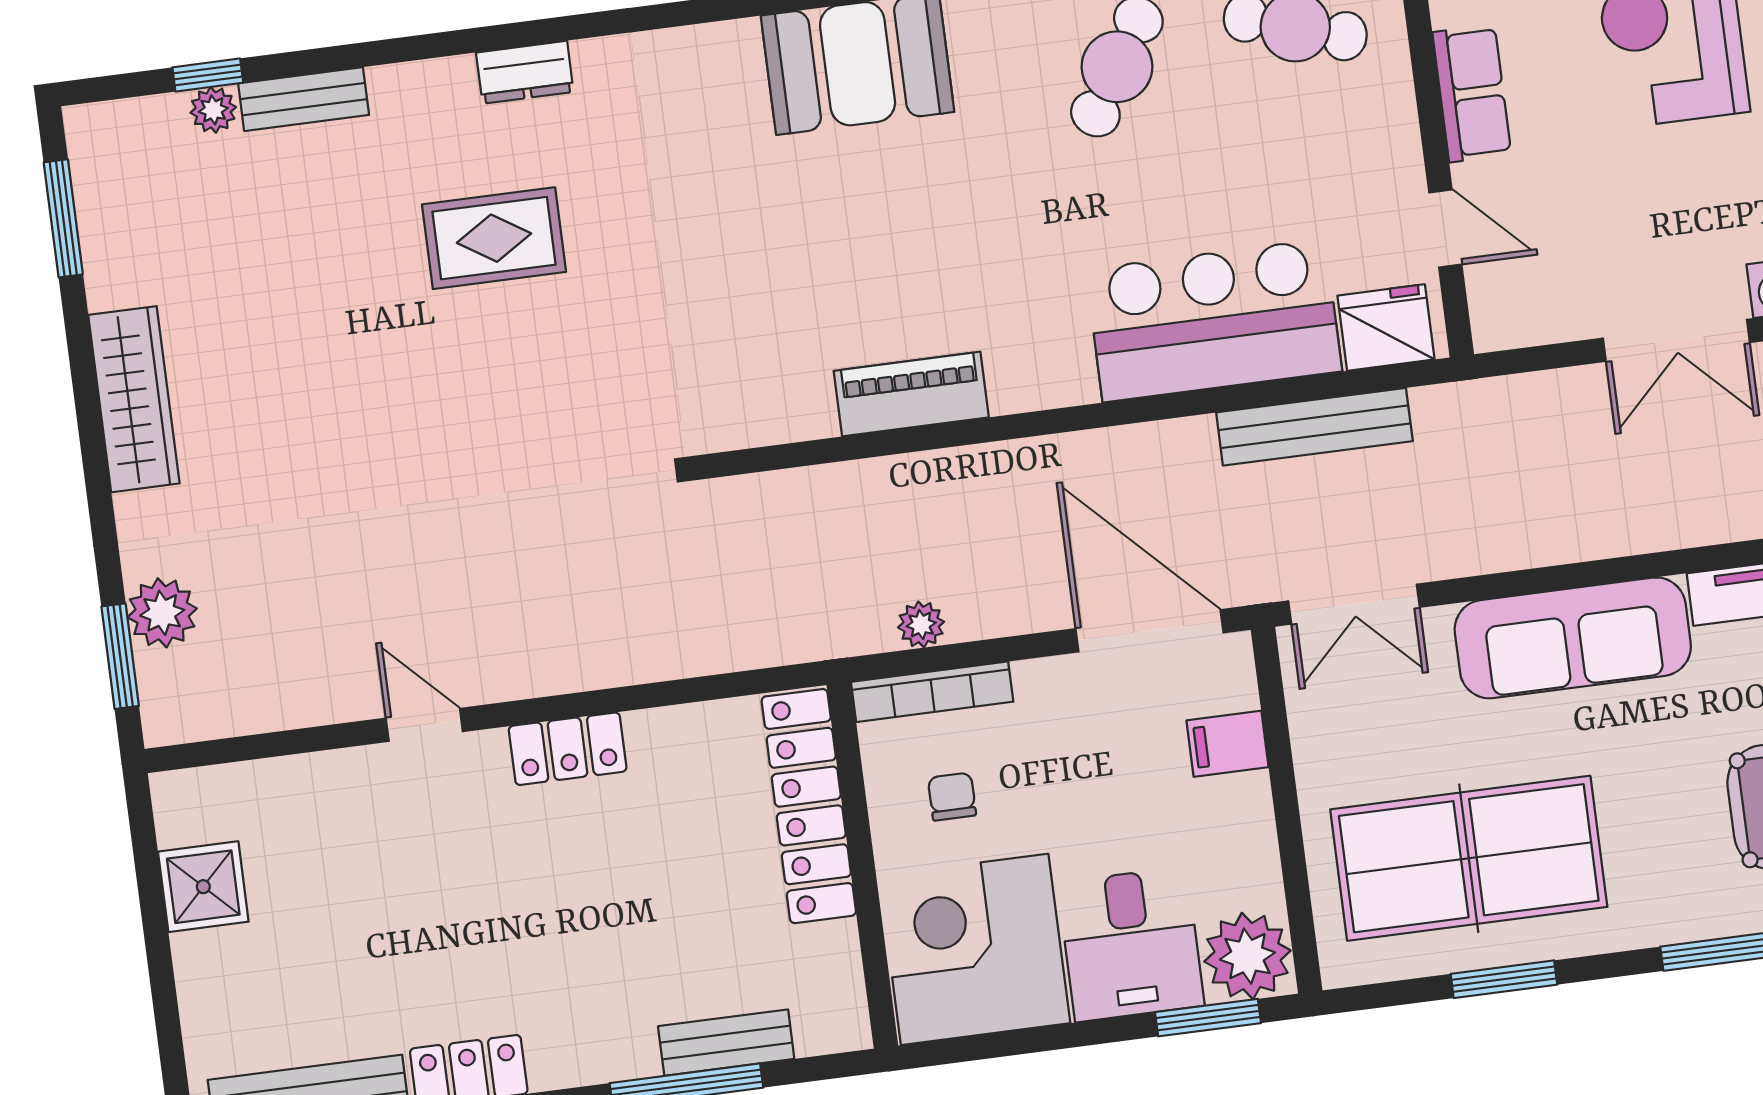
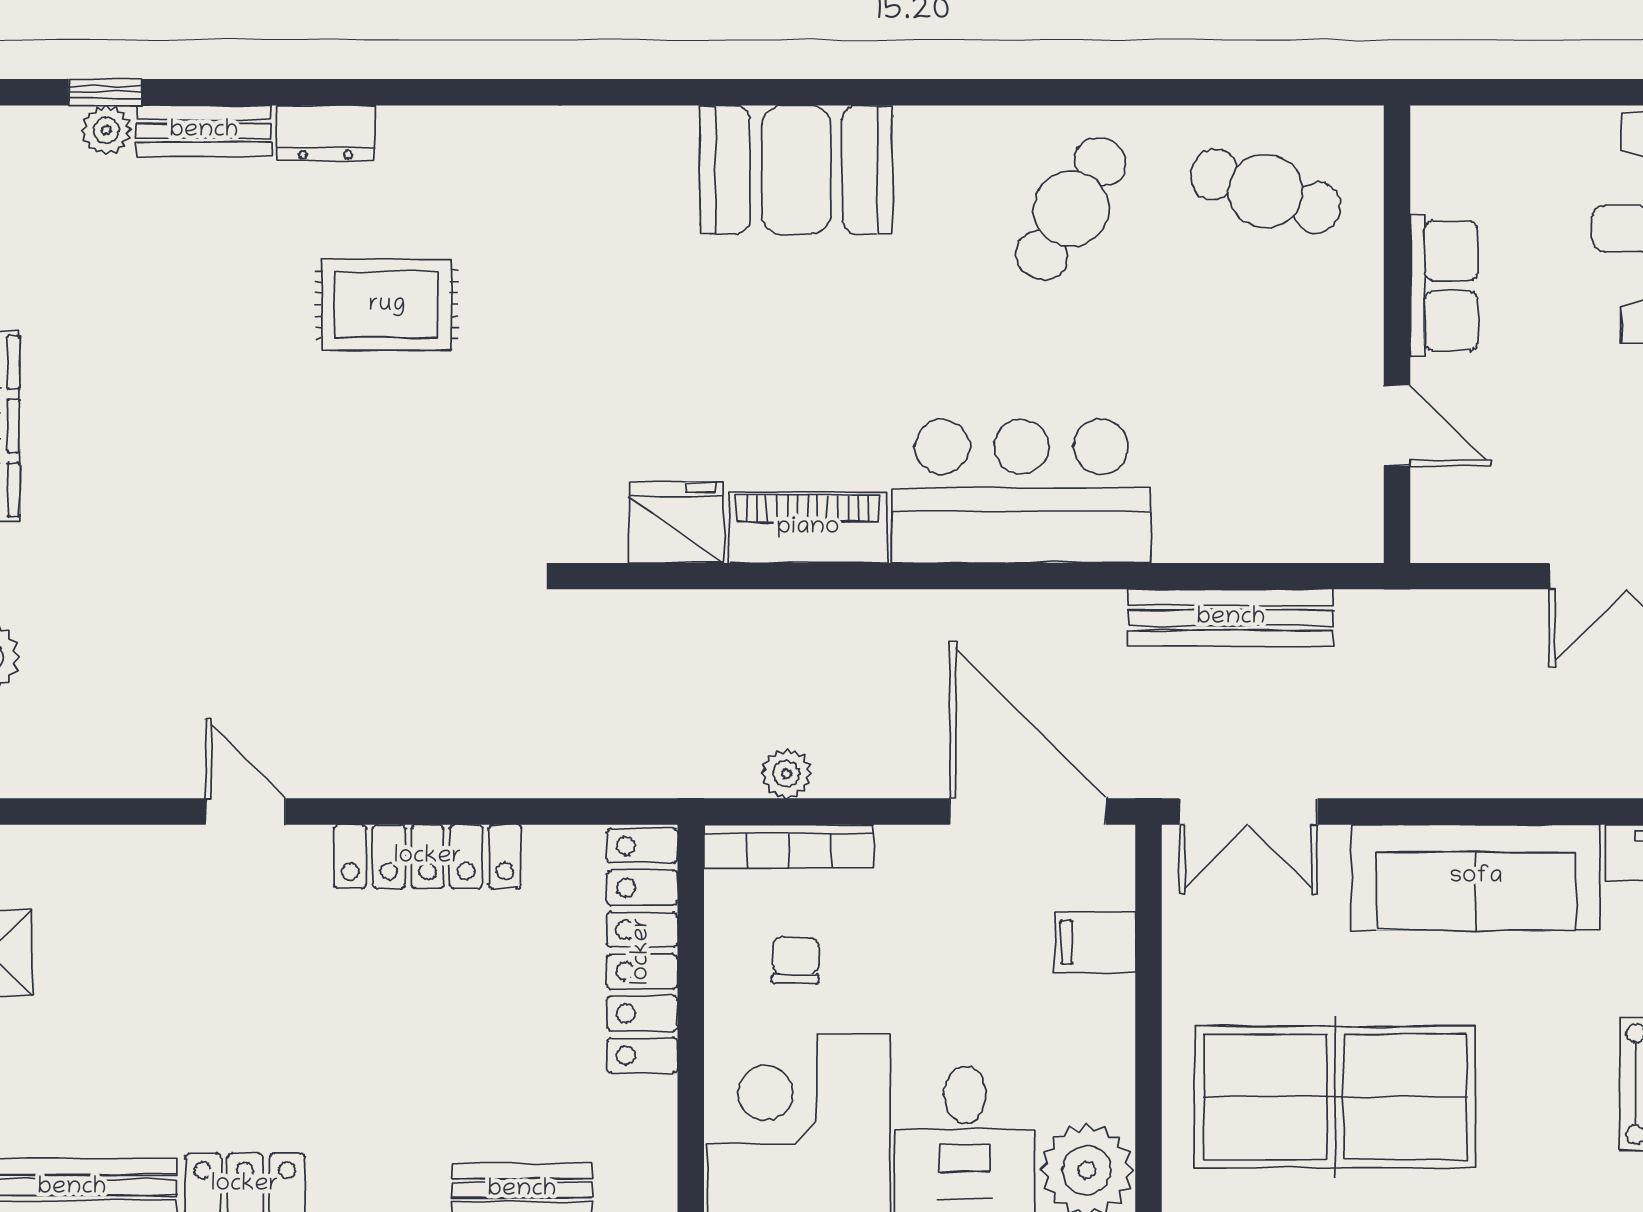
dresser: (525, 72) -> (326, 133), moved
bar counter: (1214, 320) -> (1021, 491), moved
fridge: (1386, 328) -> (676, 522), moved
locker: (568, 749) -> (428, 857), width x1.53

